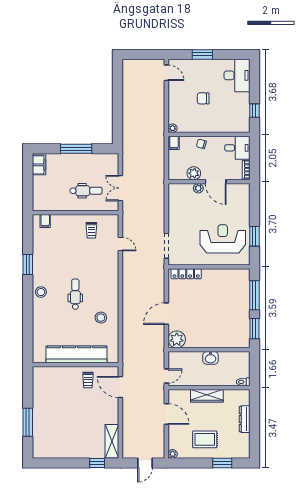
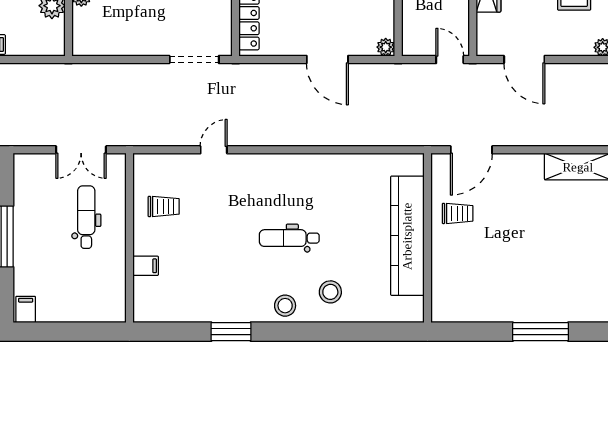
filing cabinet: (39, 165) -> (26, 309), width x0.50
filing cabinet: (45, 221) -> (146, 266), moved
door: (120, 244) -> (214, 150), moved
stool: (101, 318) -> (330, 292), moved
plant: (177, 339) -> (386, 47), width x0.53, depth x0.53
door: (166, 414) -> (524, 60), swing flipped

